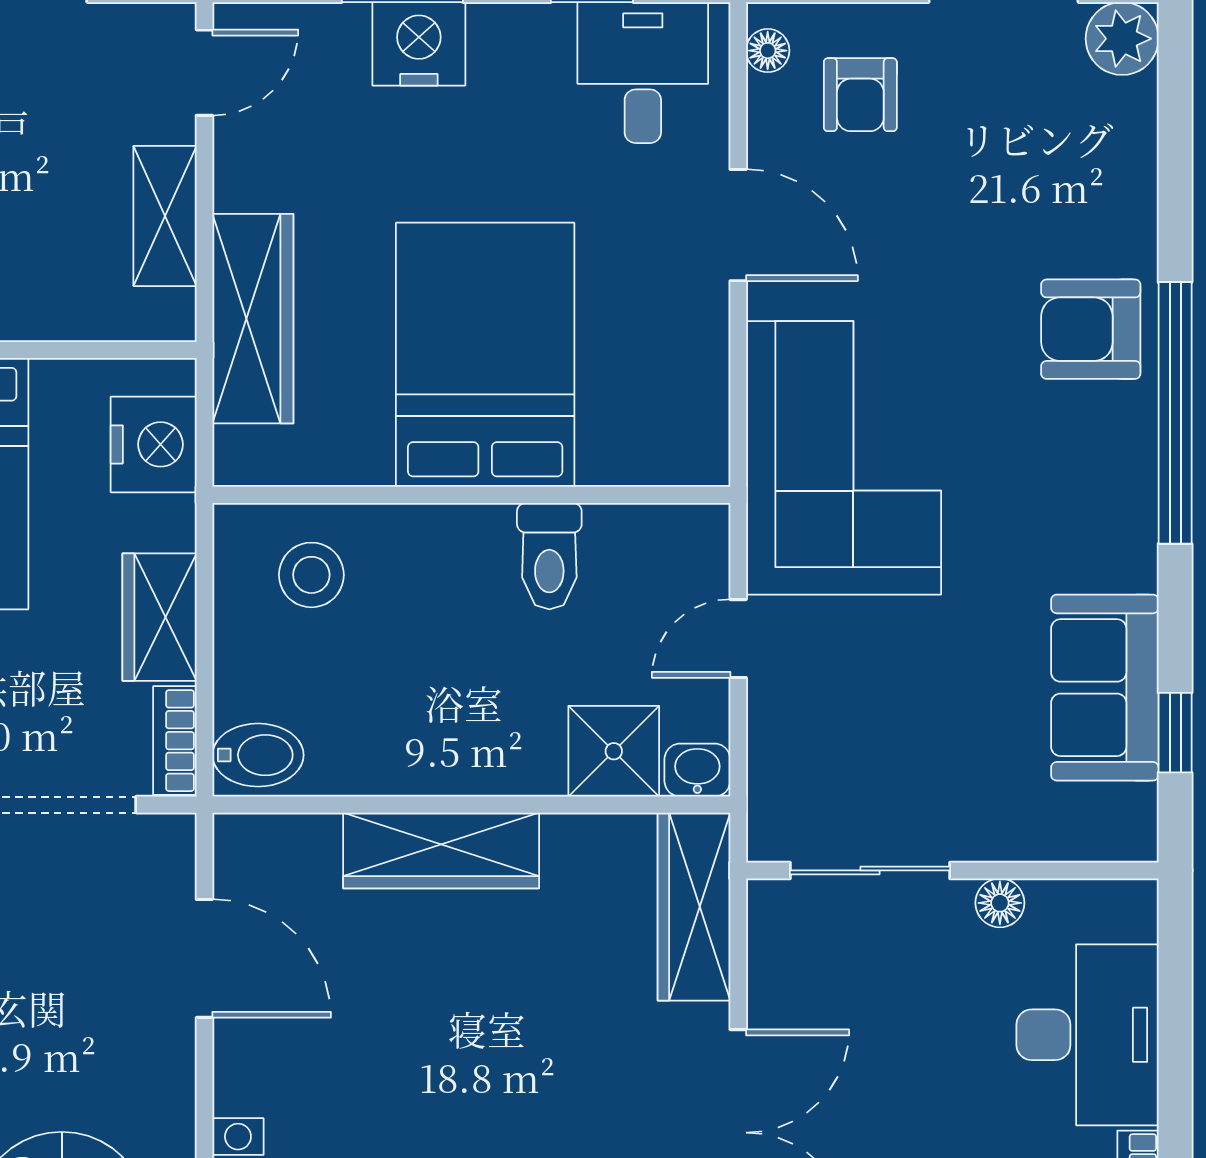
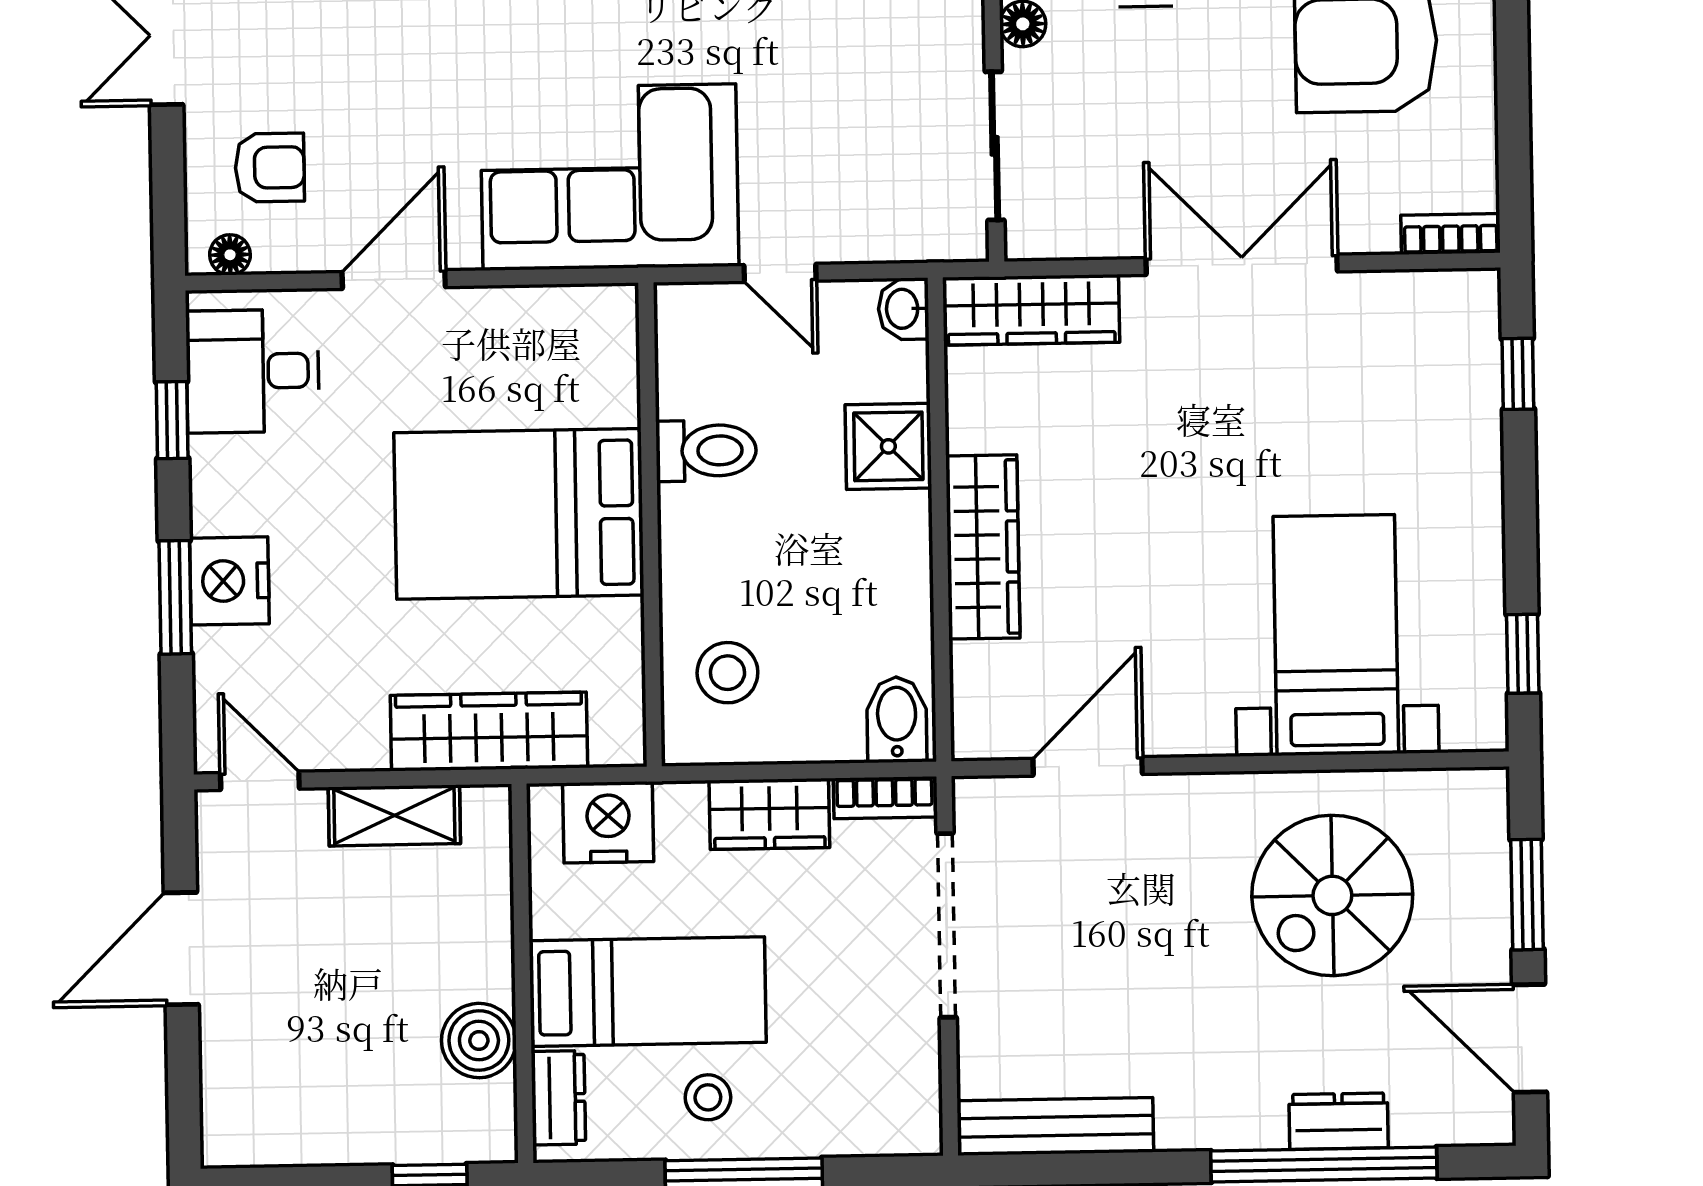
shower: (614, 751) -> (888, 446), moved

